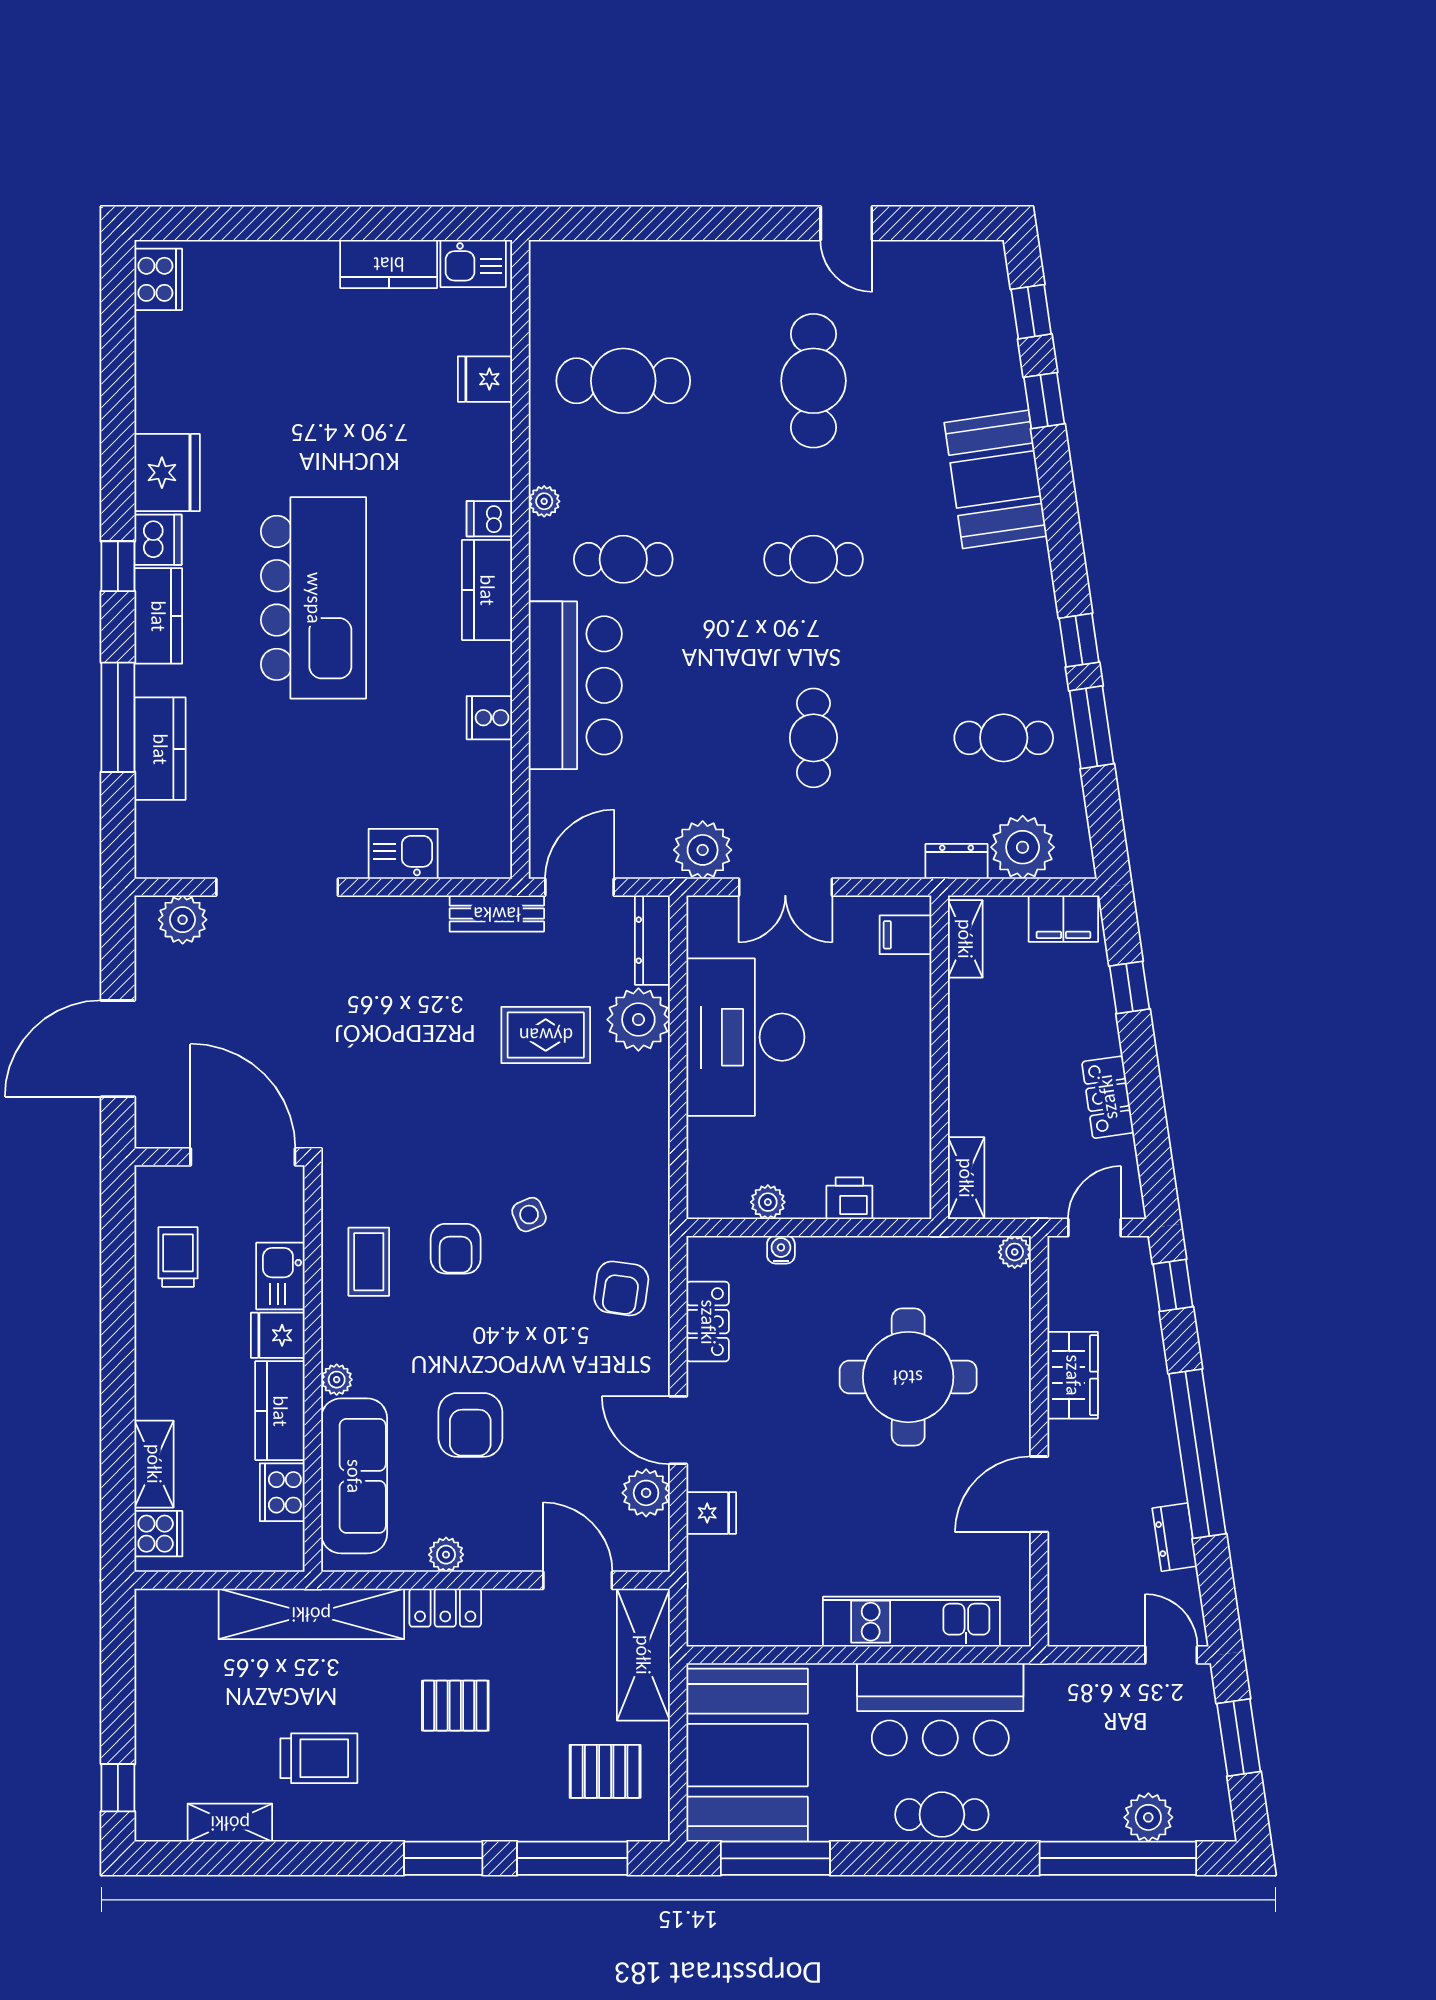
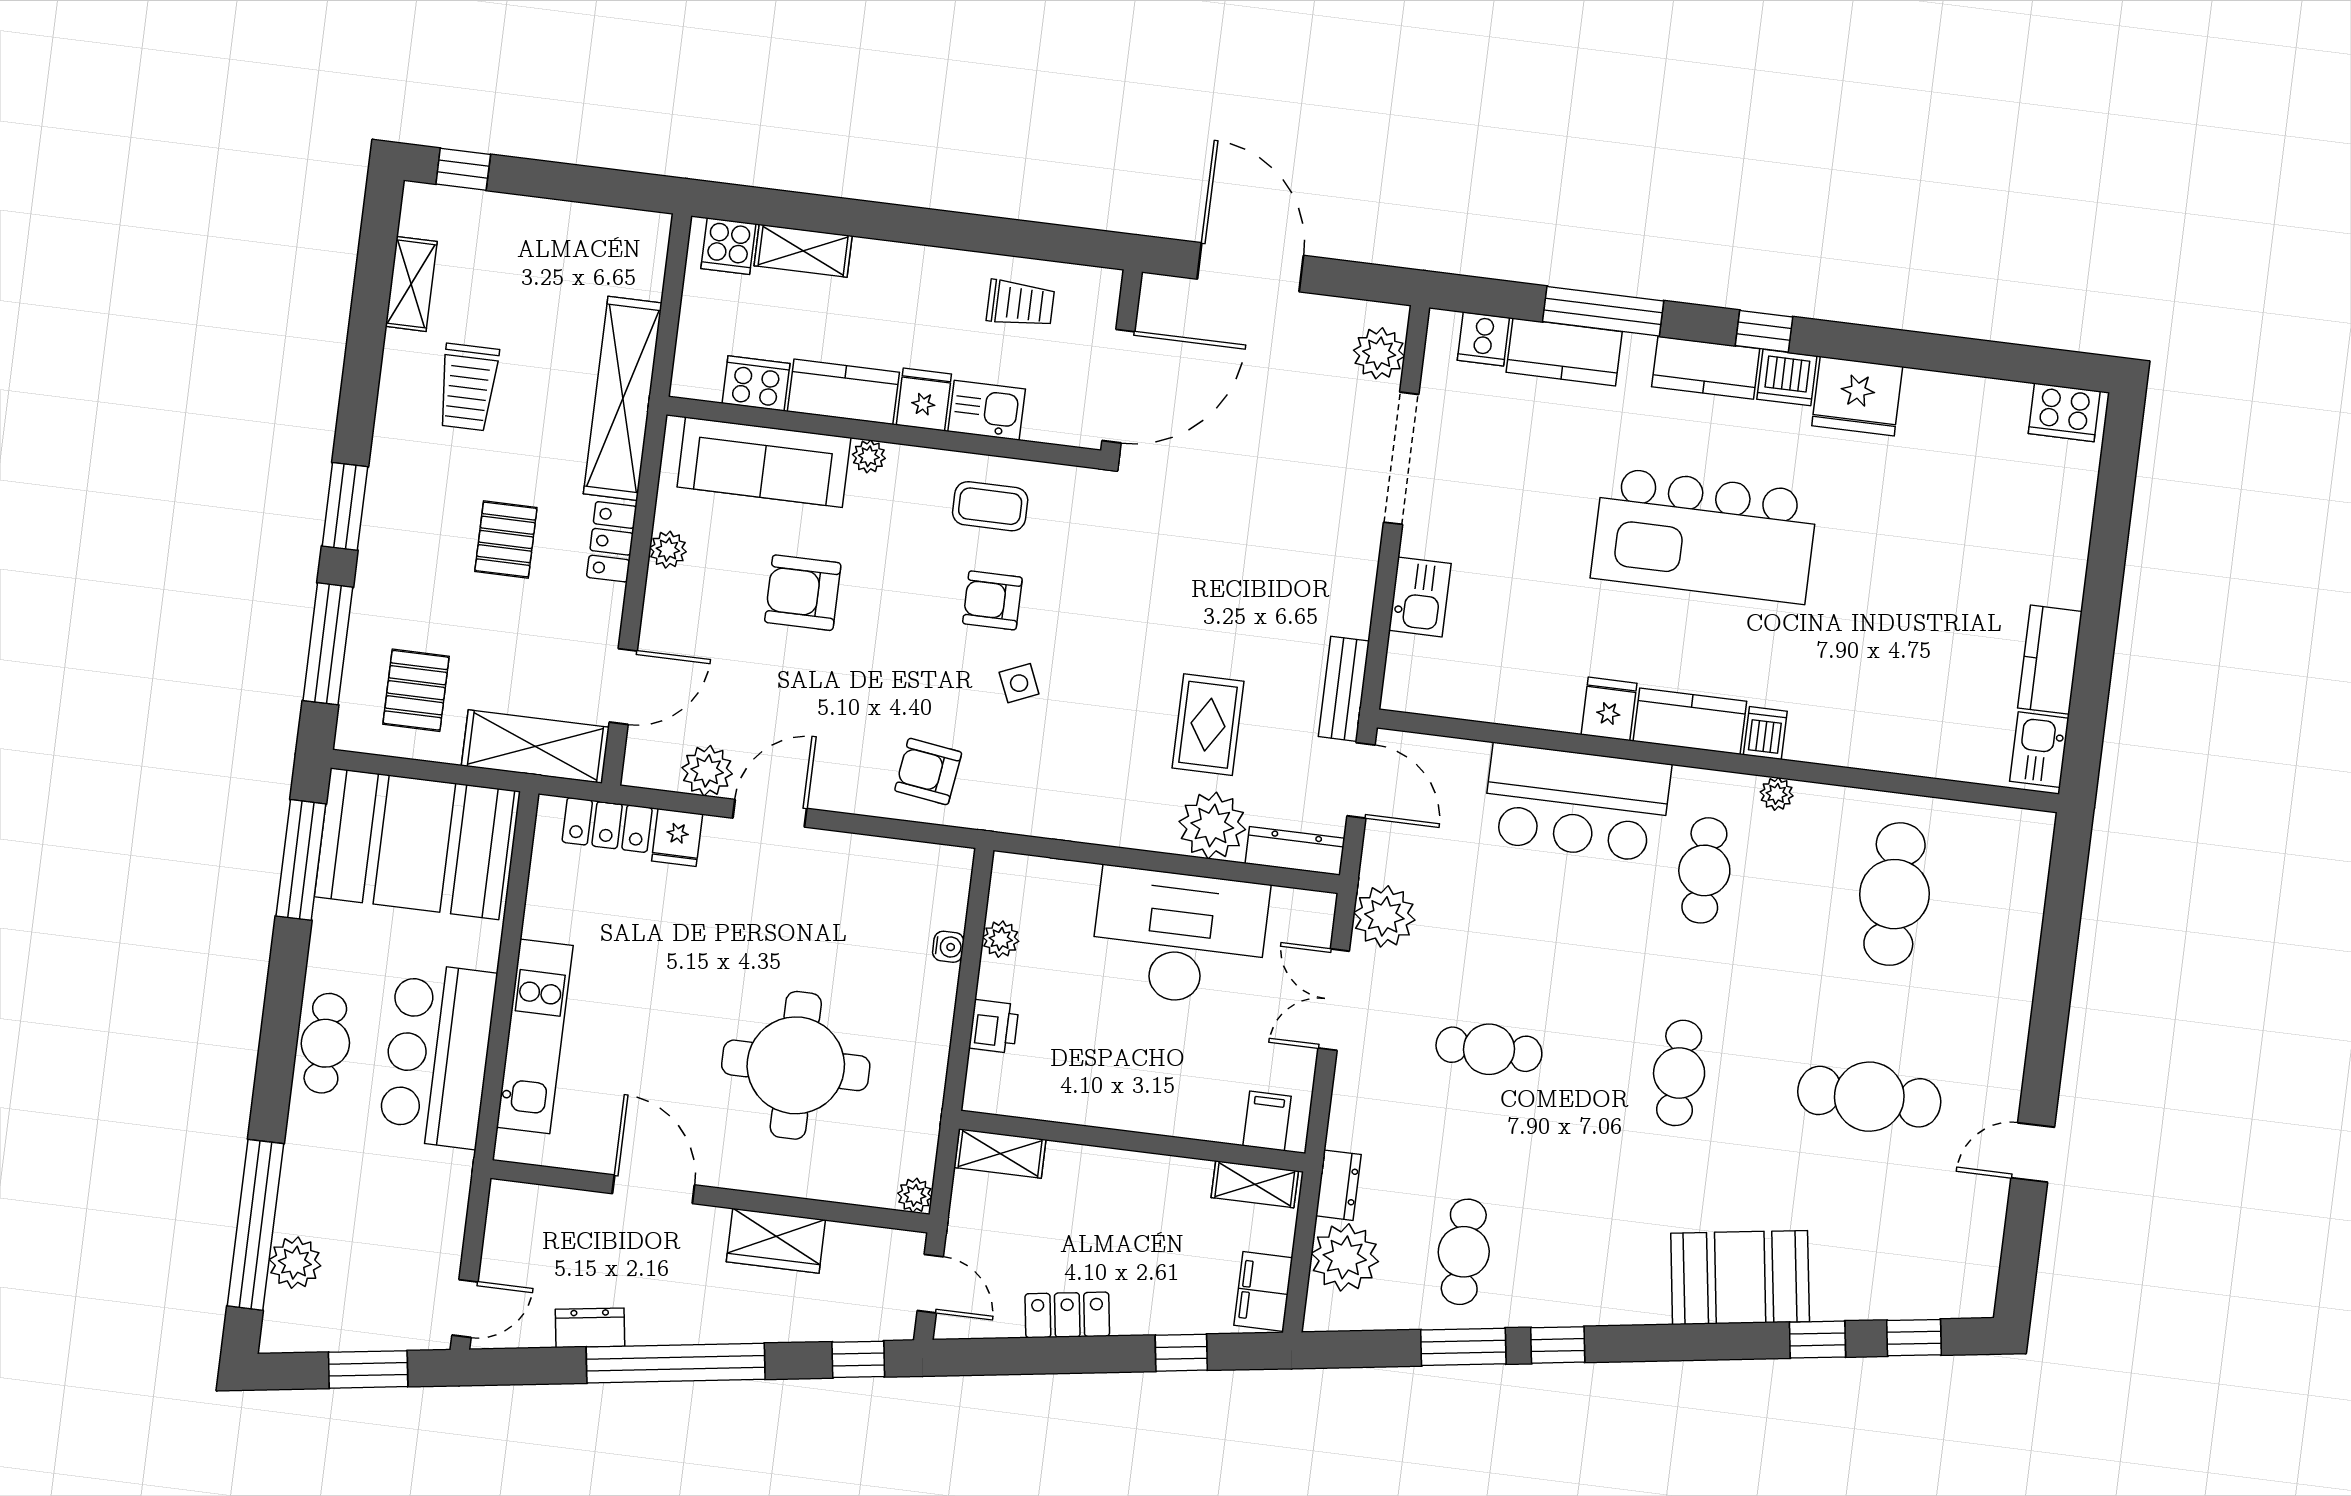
fridge: (485, 379) -> (1609, 709), moved
cooker: (489, 718) -> (1483, 339), moved, turned 180
locker: (708, 1322) -> (607, 825), moved

